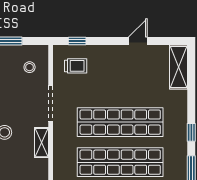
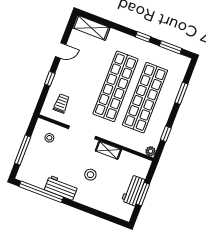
window: (77, 41) -> (50, 79), moved
door: (138, 41) -> (61, 51), swing flipped

